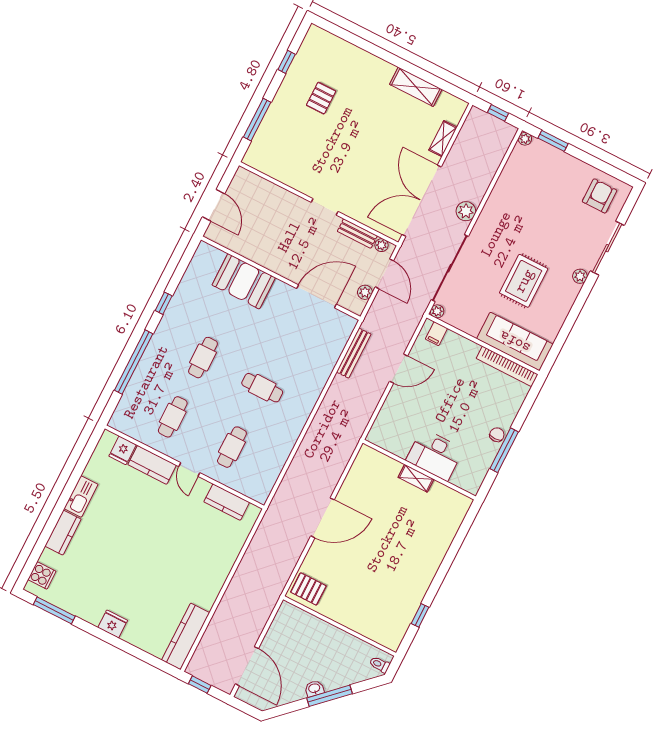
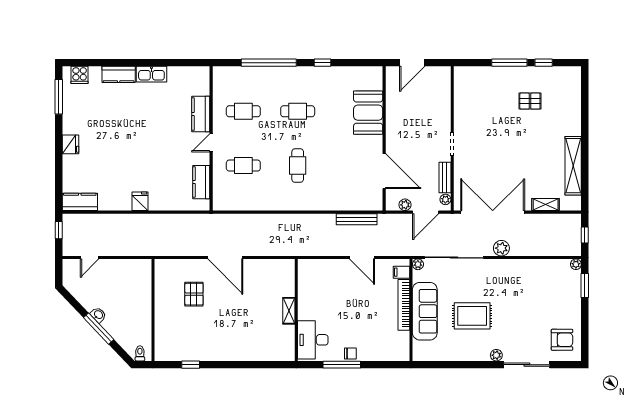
shelving: (416, 87) -> (573, 166), width x1.47
window: (257, 120) -> (509, 63), moved
sofa: (515, 342) -> (425, 311), moved
bookcase: (507, 366) -> (404, 305), moved
fridge: (123, 450) -> (140, 201), moved, turned 90
desk: (435, 455) -> (313, 340), moved
pallet: (308, 589) -> (194, 294), moved
kitchen counter: (186, 636) -> (80, 202), width x0.67
door: (247, 666) -> (90, 258), width x0.53

